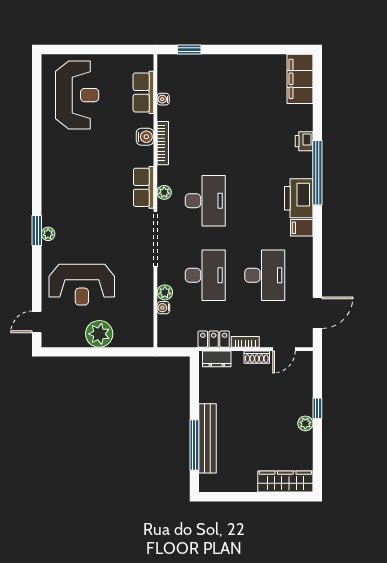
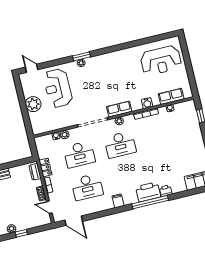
printer: (299, 198) -> (148, 192), moved

